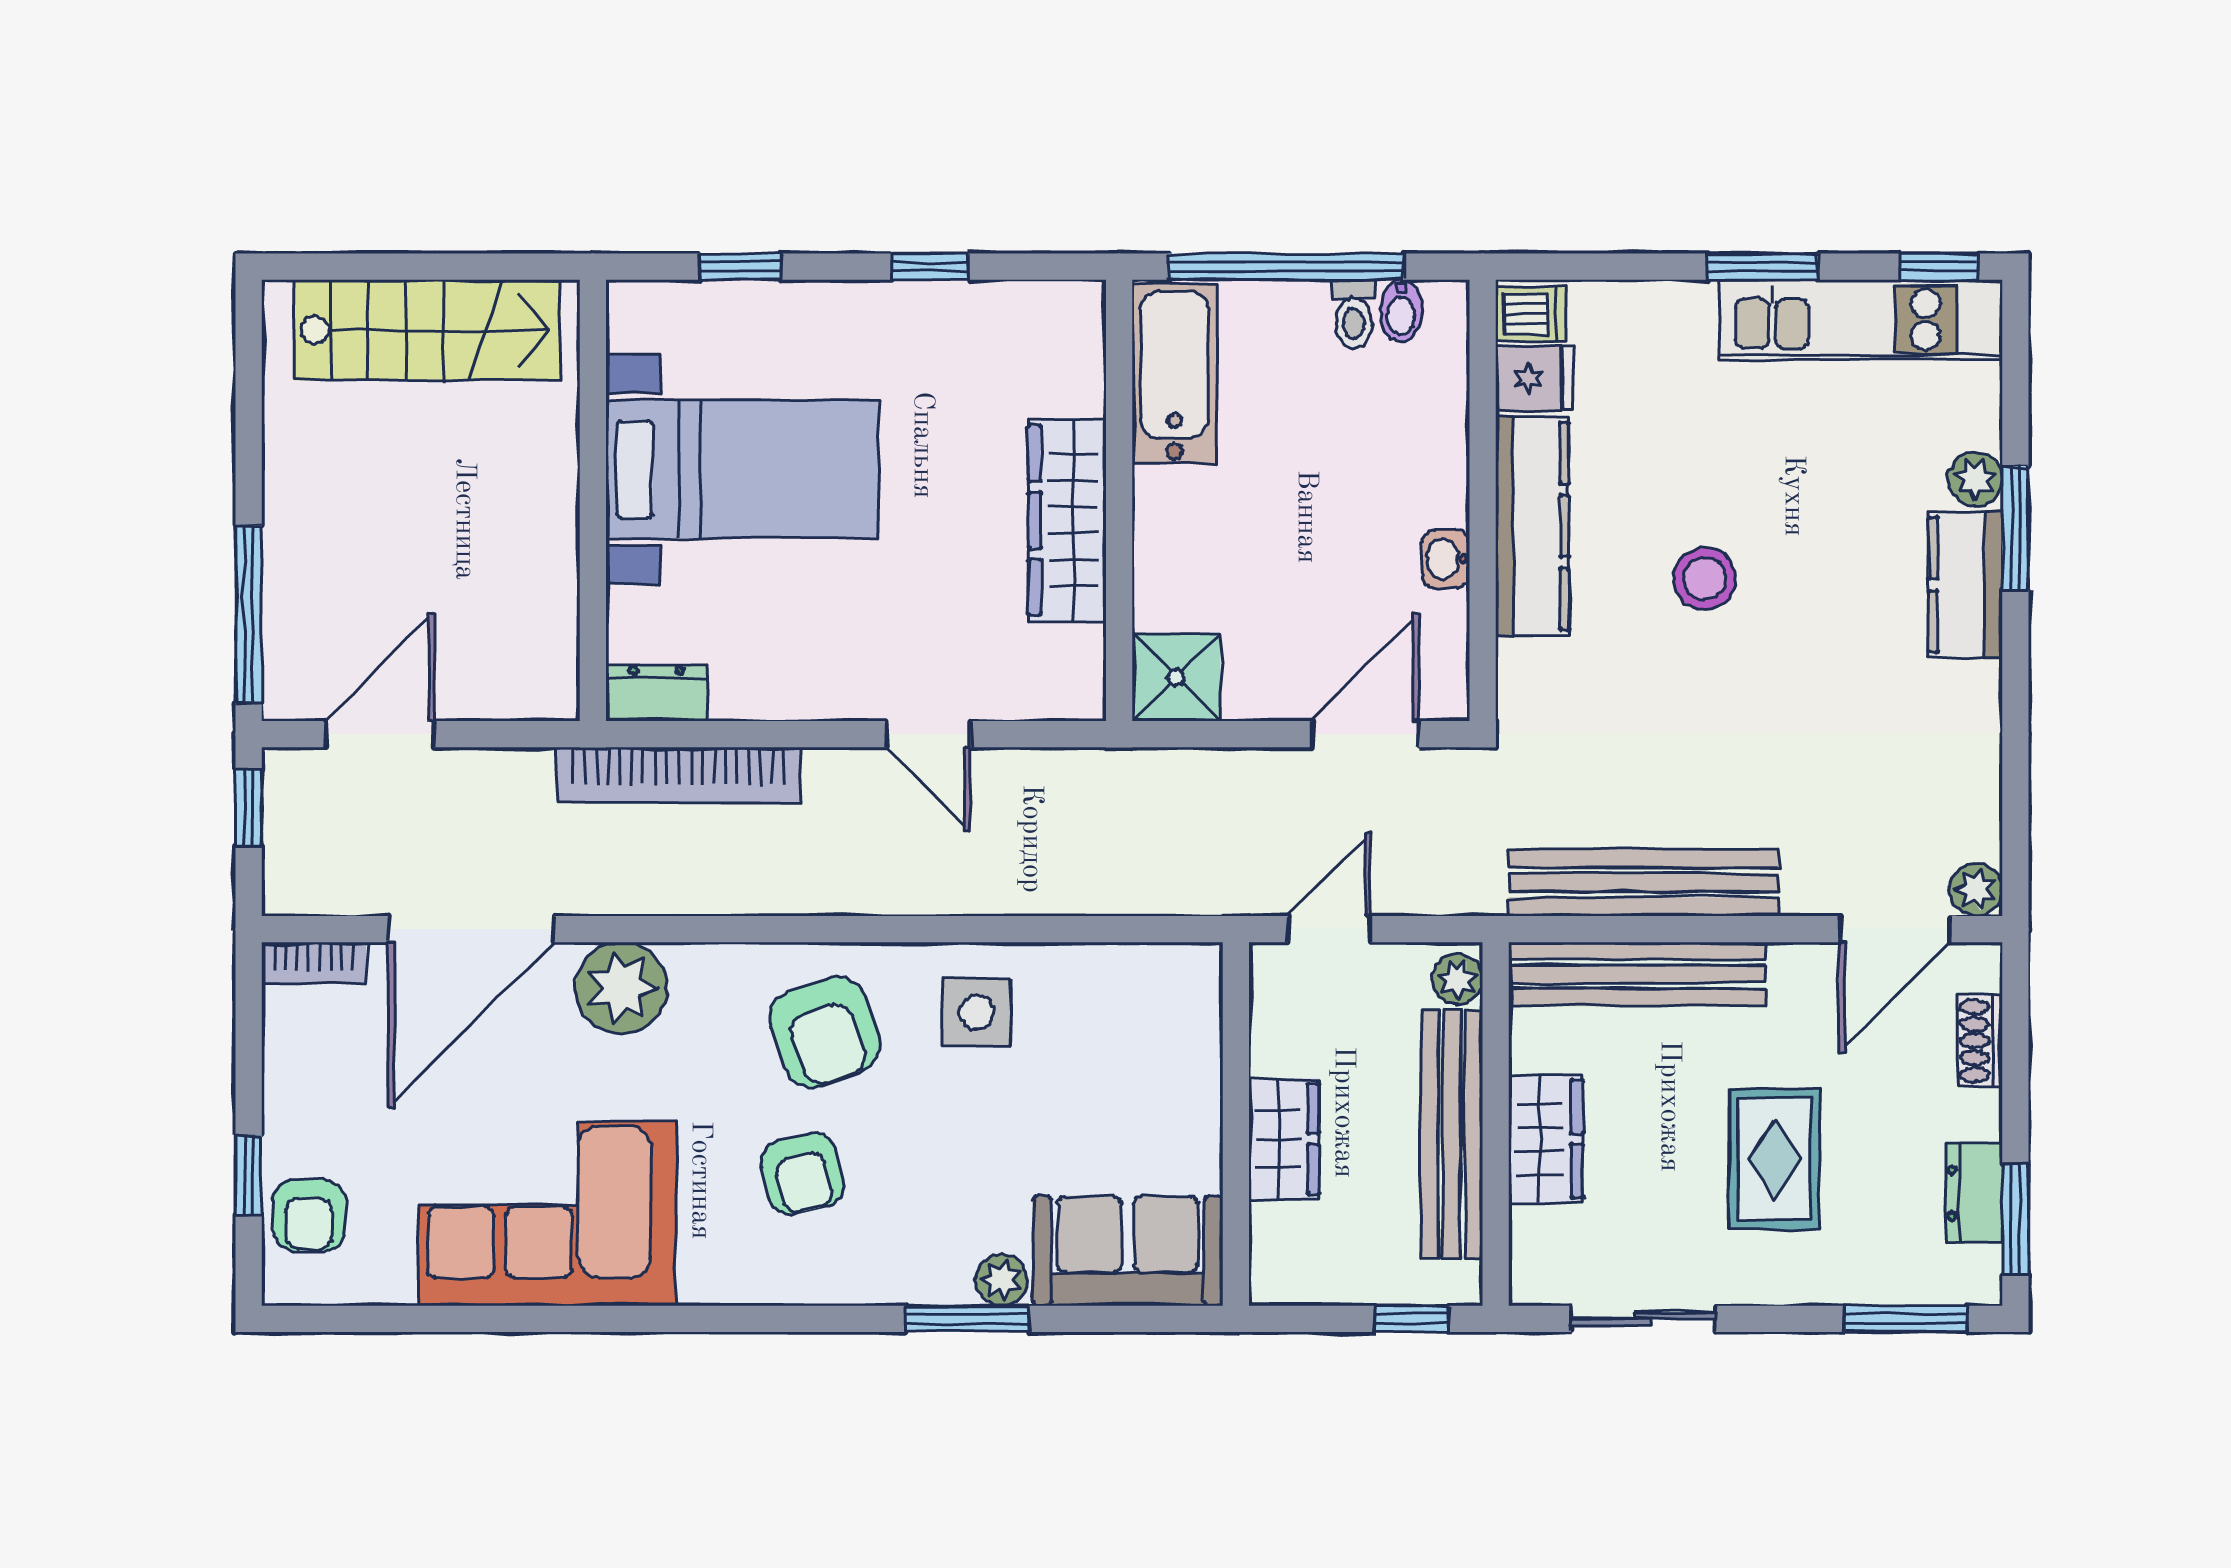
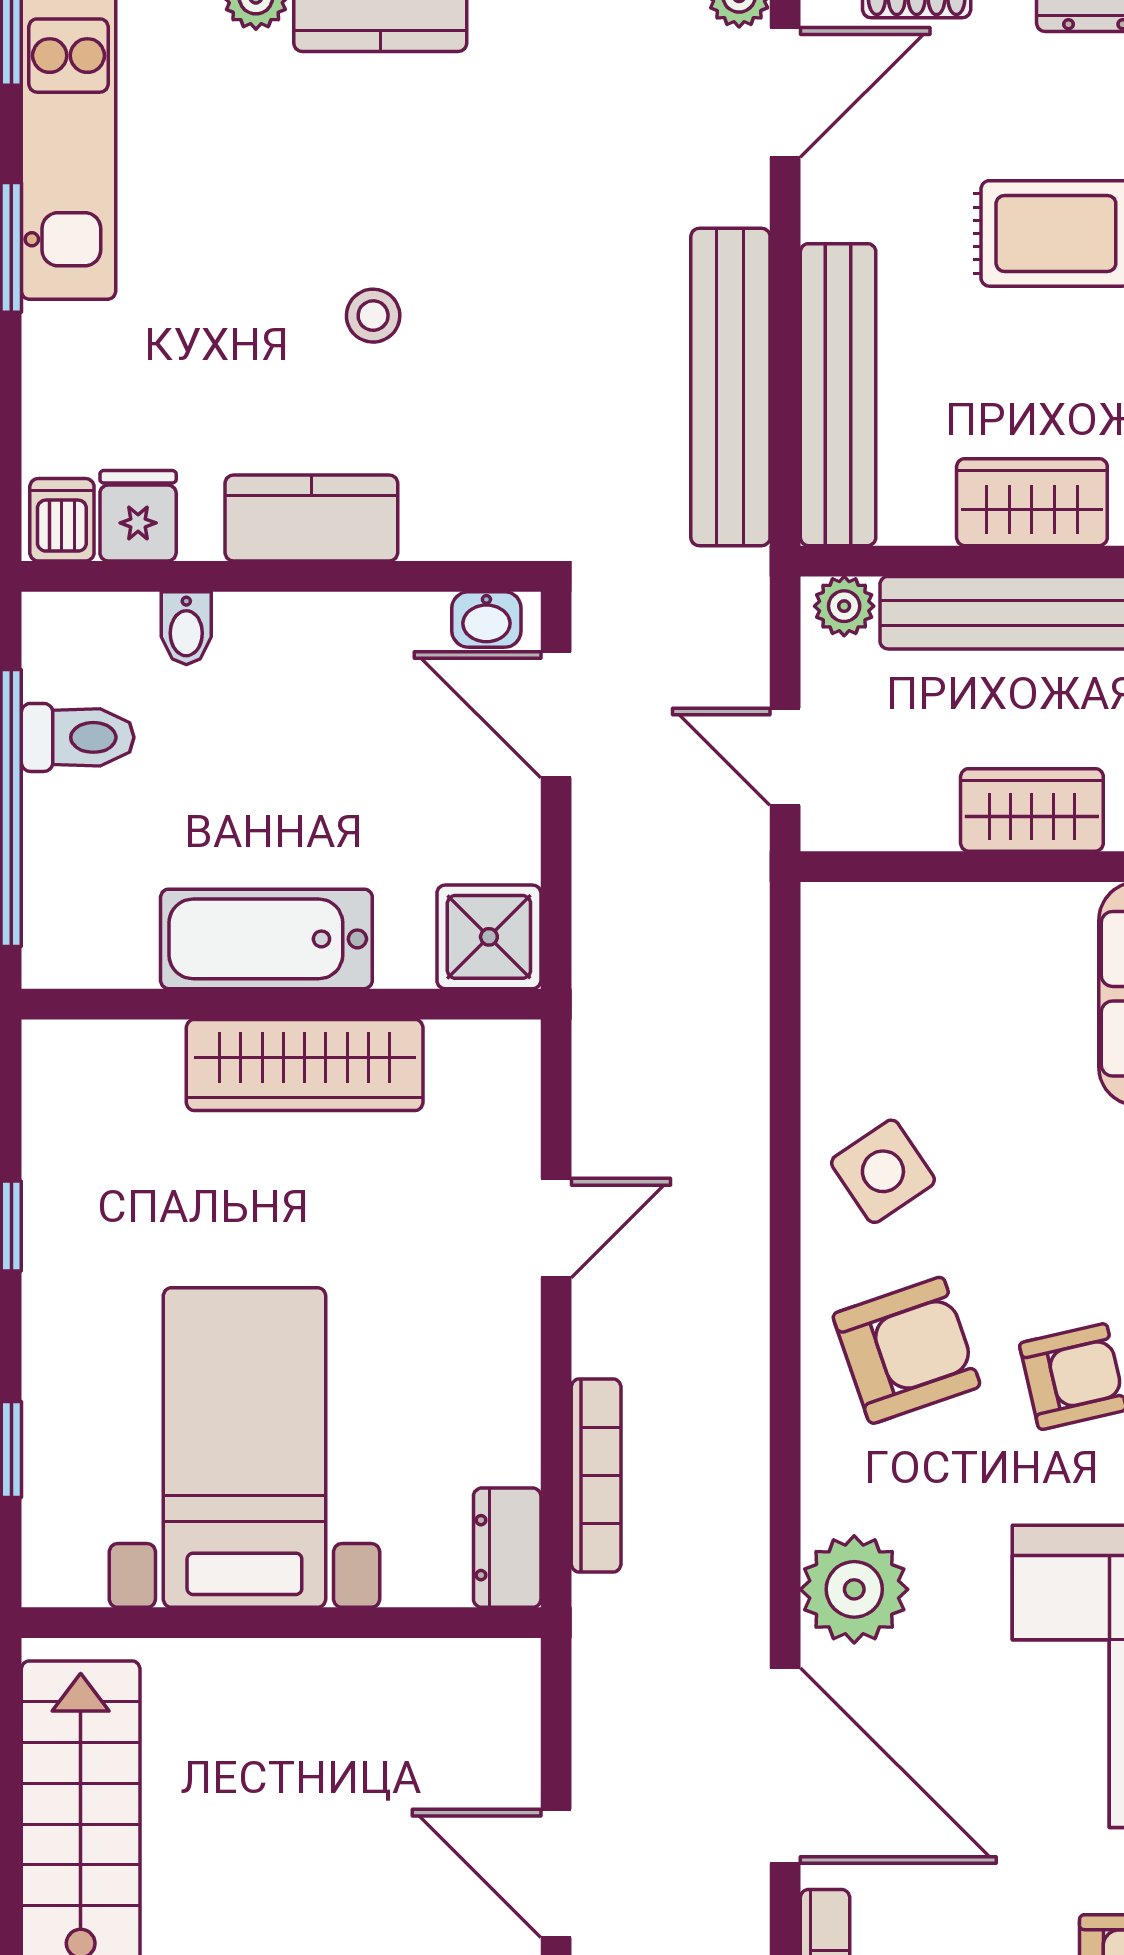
bidet: (1401, 311) -> (186, 628), moved, turned 90
toilet: (1354, 314) -> (78, 737), width x1.37, depth x1.39
bathtub: (1174, 374) -> (266, 939), moved
kitchen counter: (1532, 526) -> (311, 518), width x0.67
washbasin: (1446, 559) -> (486, 619), moved
stool: (1704, 579) -> (373, 316), width x0.73, depth x0.73
bookcase: (679, 775) -> (596, 1476), width x0.68, depth x0.76
door: (1894, 929) -> (785, 92), hinge flipped
side table: (977, 1012) -> (883, 1171), turned -34

